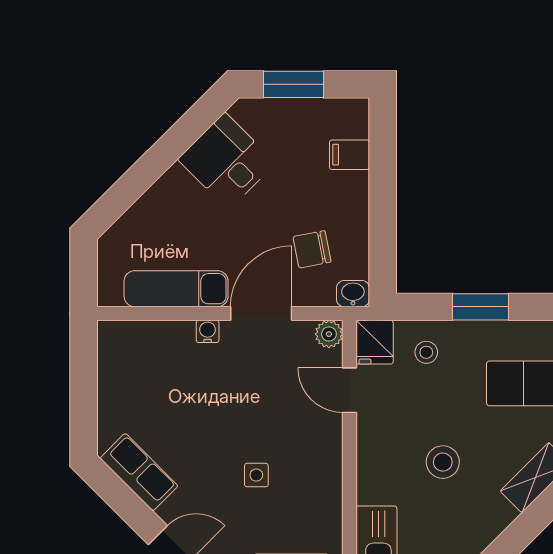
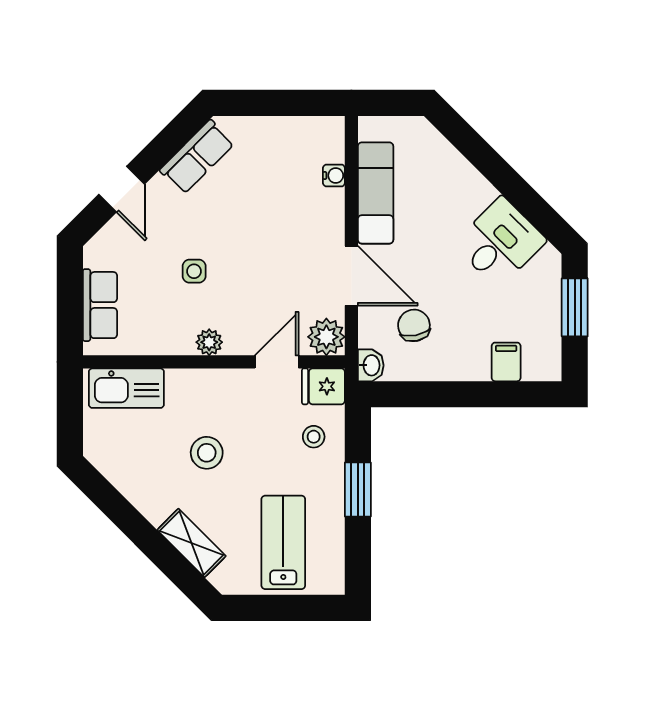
water cooler: (208, 331) -> (334, 176), moved
plant: (329, 334) -> (326, 337), width x1.38, depth x1.38
plant: (329, 460) -> (209, 342), added

